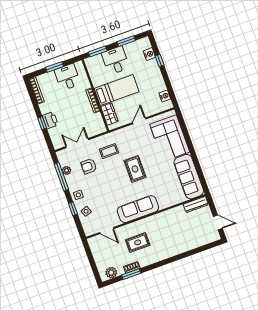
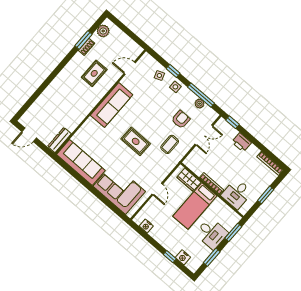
desk: (67, 77) -> (237, 194), moved, turned 90
window: (42, 123) -> (233, 122), moved

